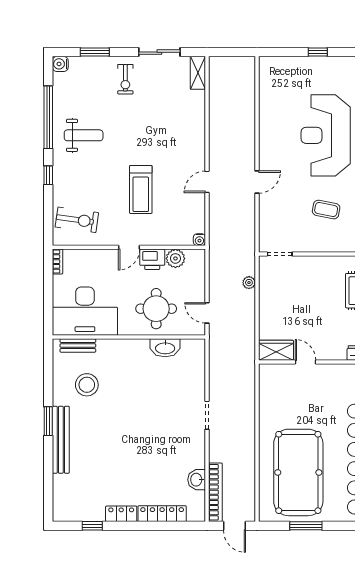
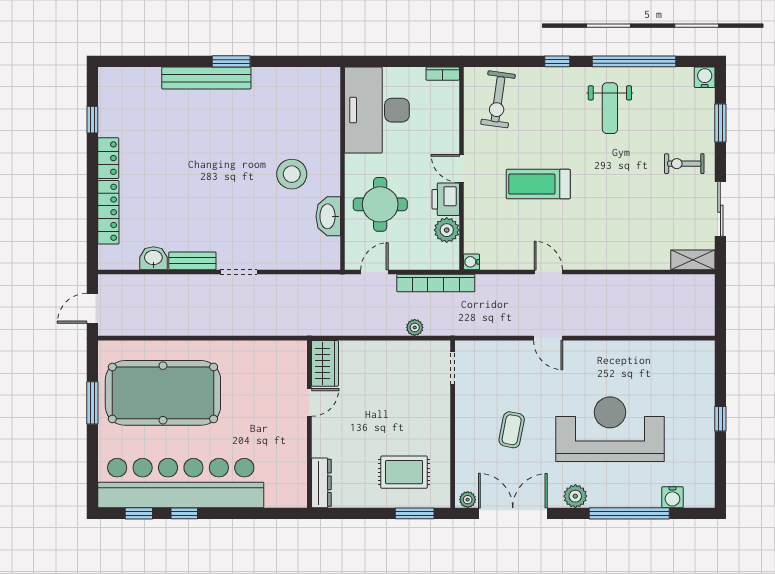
bench: (78, 346) -> (192, 261), moved, turned 90
stool: (87, 385) -> (292, 174), moved
bookcase: (215, 492) -> (436, 283), moved

